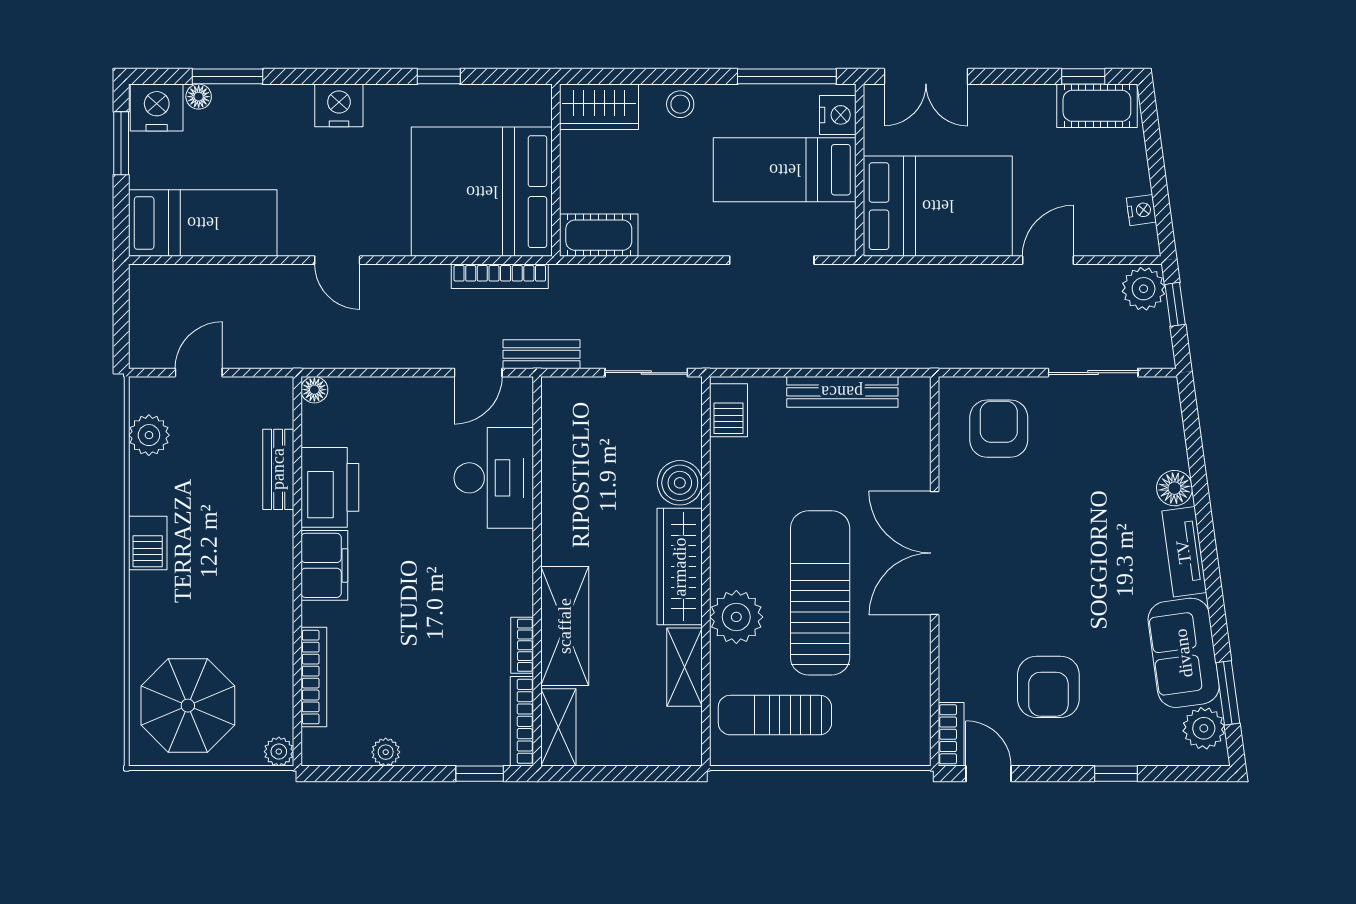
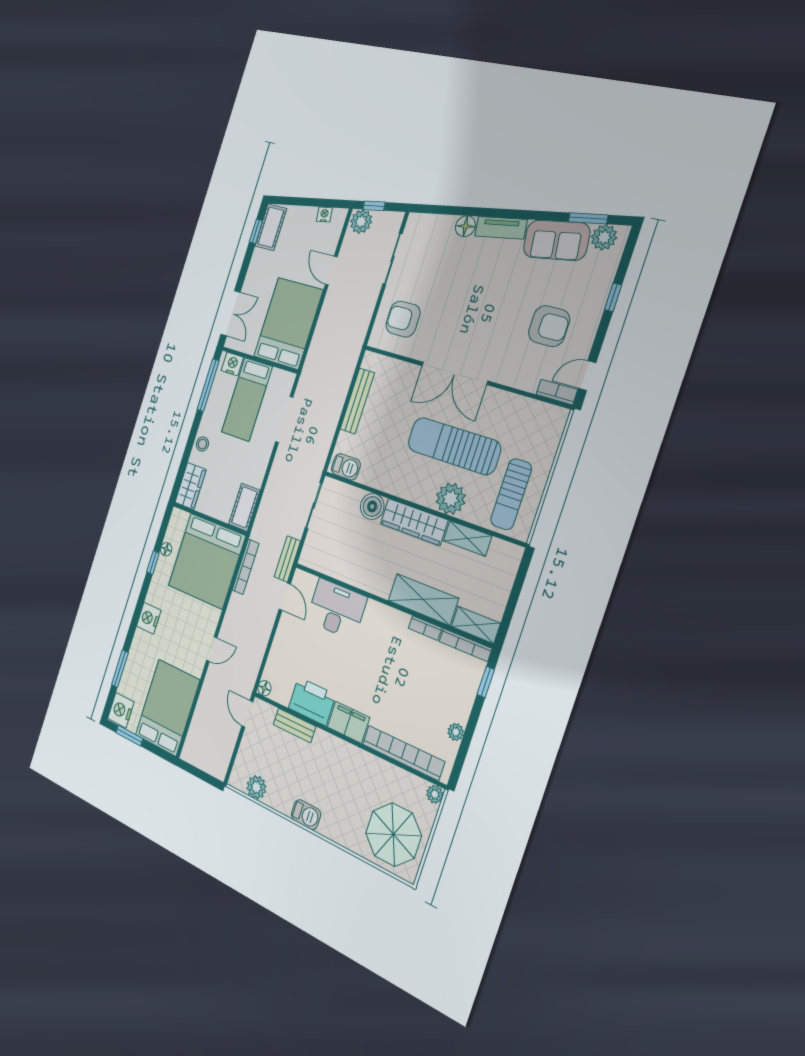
floor lamp: (199, 97) -> (166, 549), moved
bed: (203, 223) -> (167, 708), width x1.50
door: (199, 373) -> (247, 714), moved
bookcase: (314, 677) -> (403, 753), width x1.48, depth x1.31

